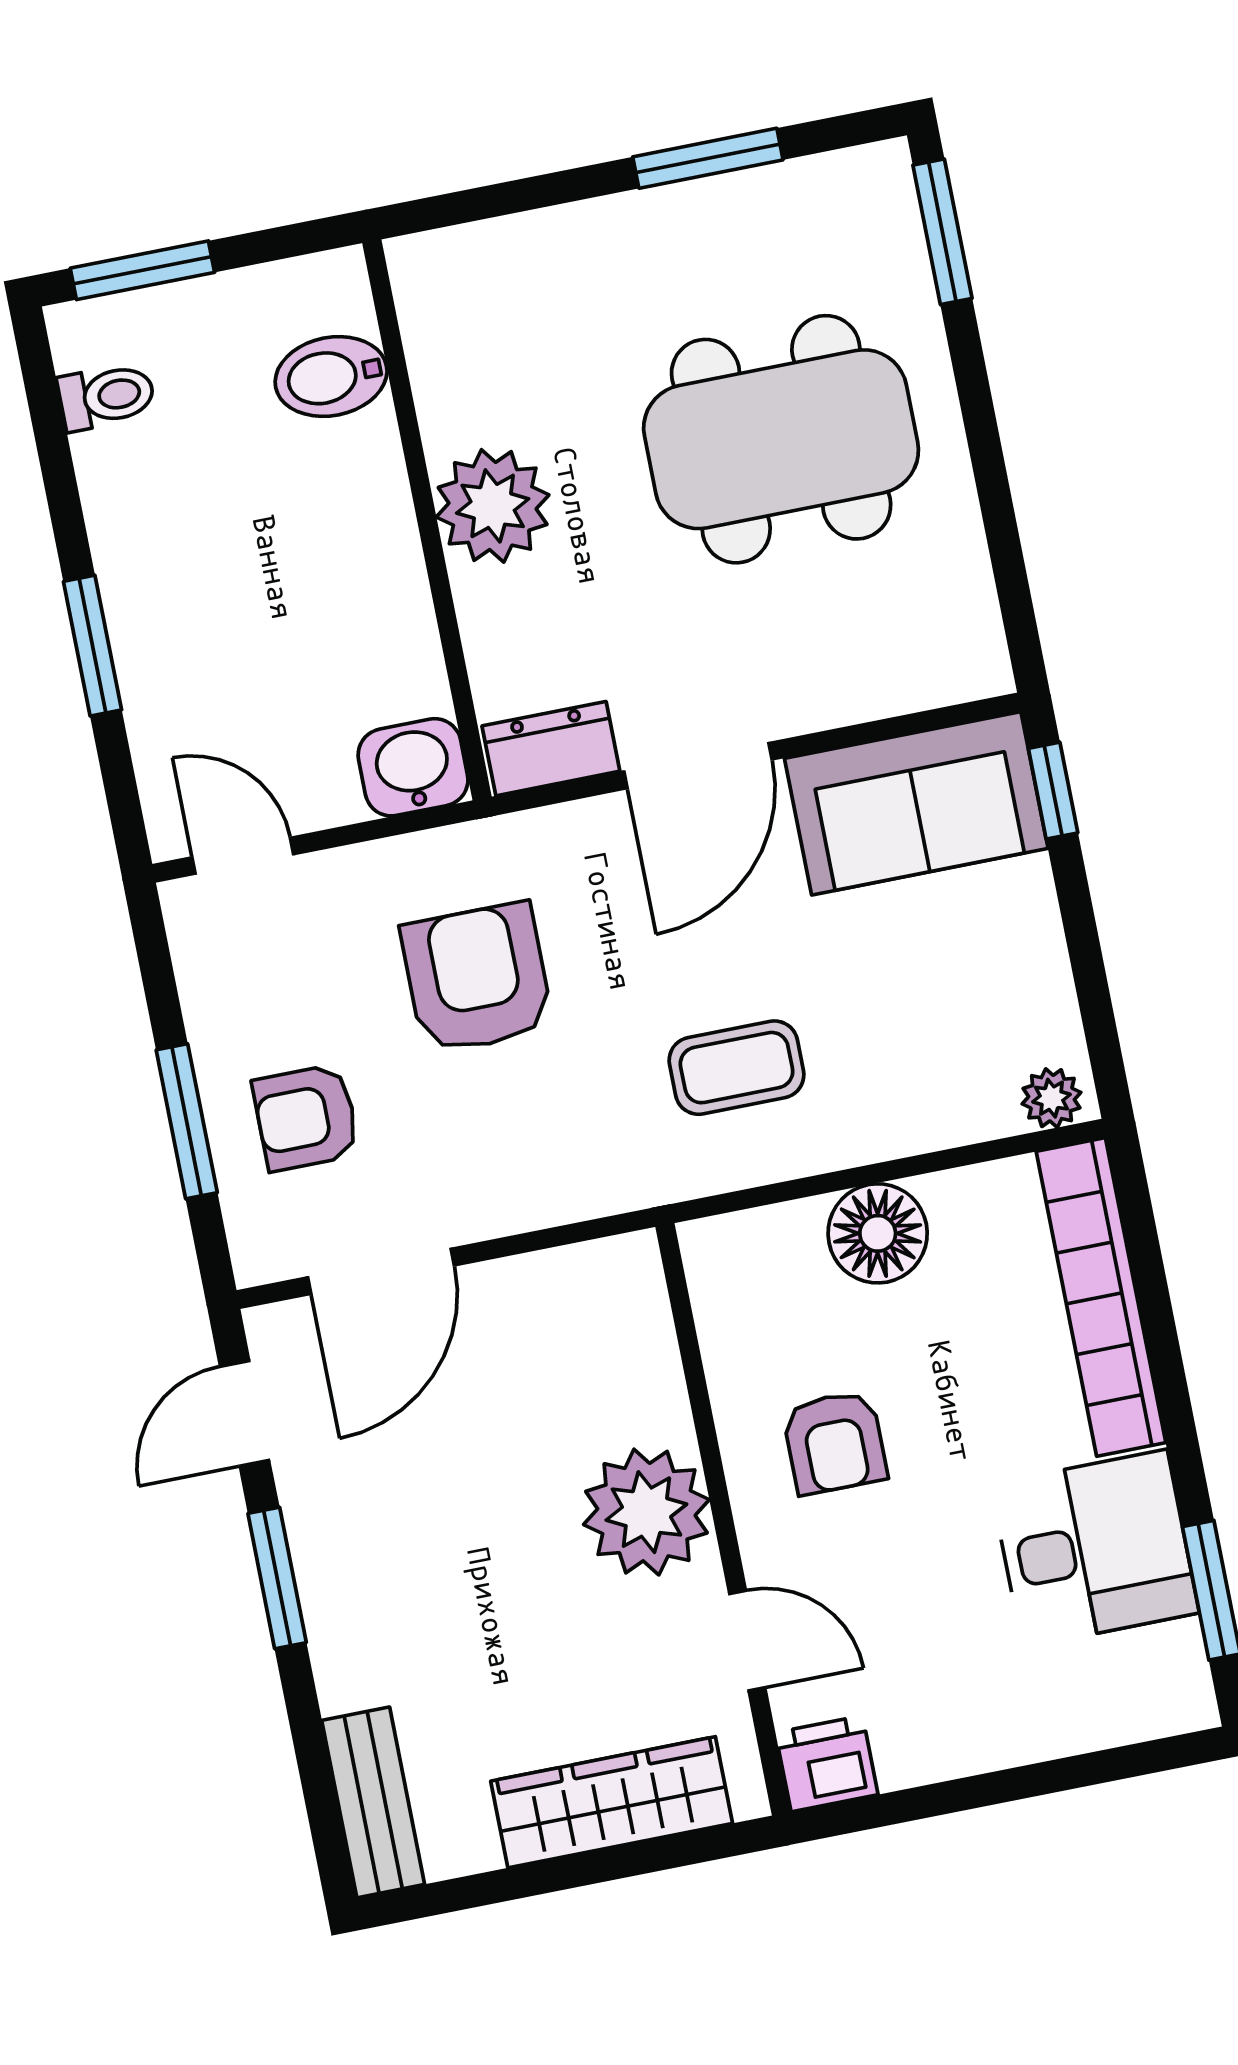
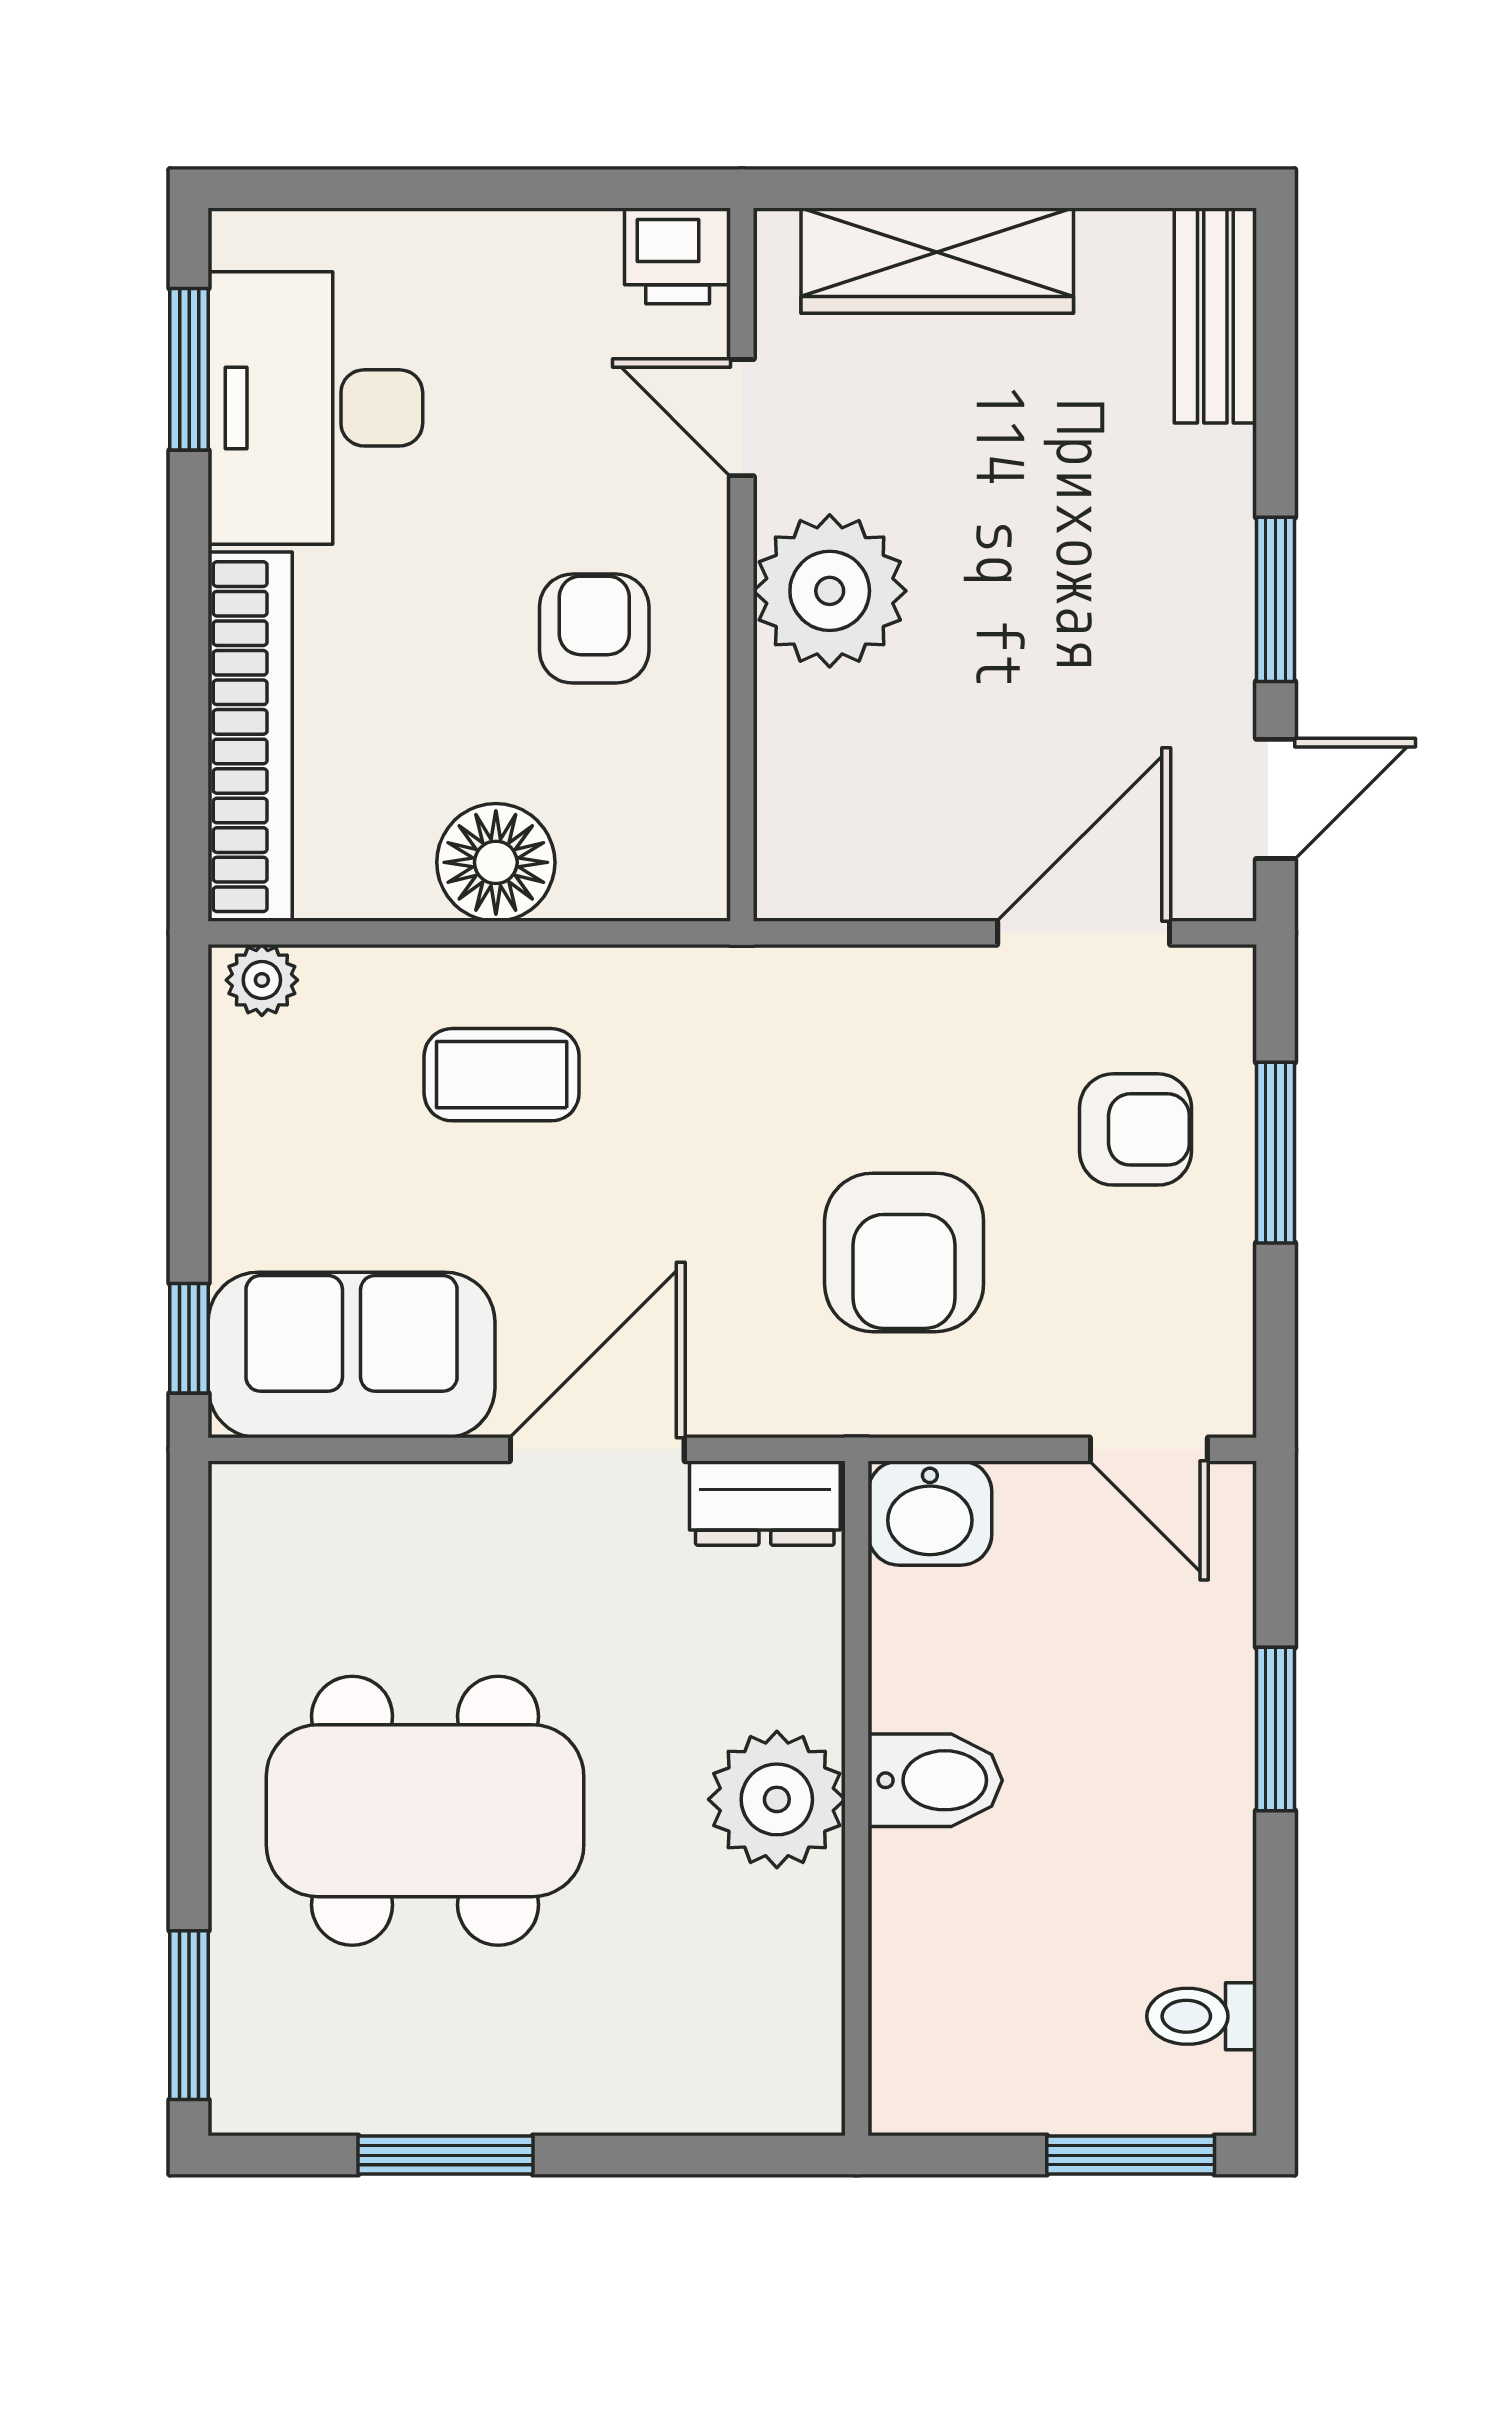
bidet: (331, 377) -> (935, 1780), moved
coffee table: (737, 1068) -> (502, 1075), moved
desk: (1095, 1548) -> (315, 408), width x1.37

